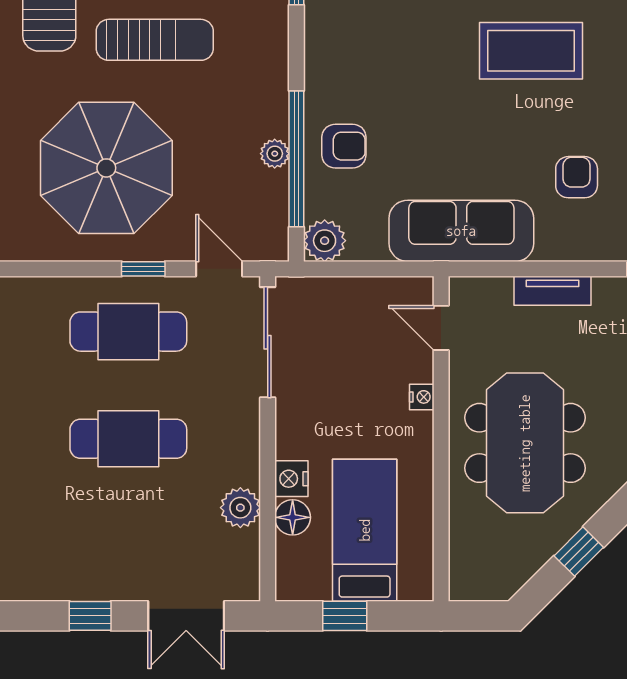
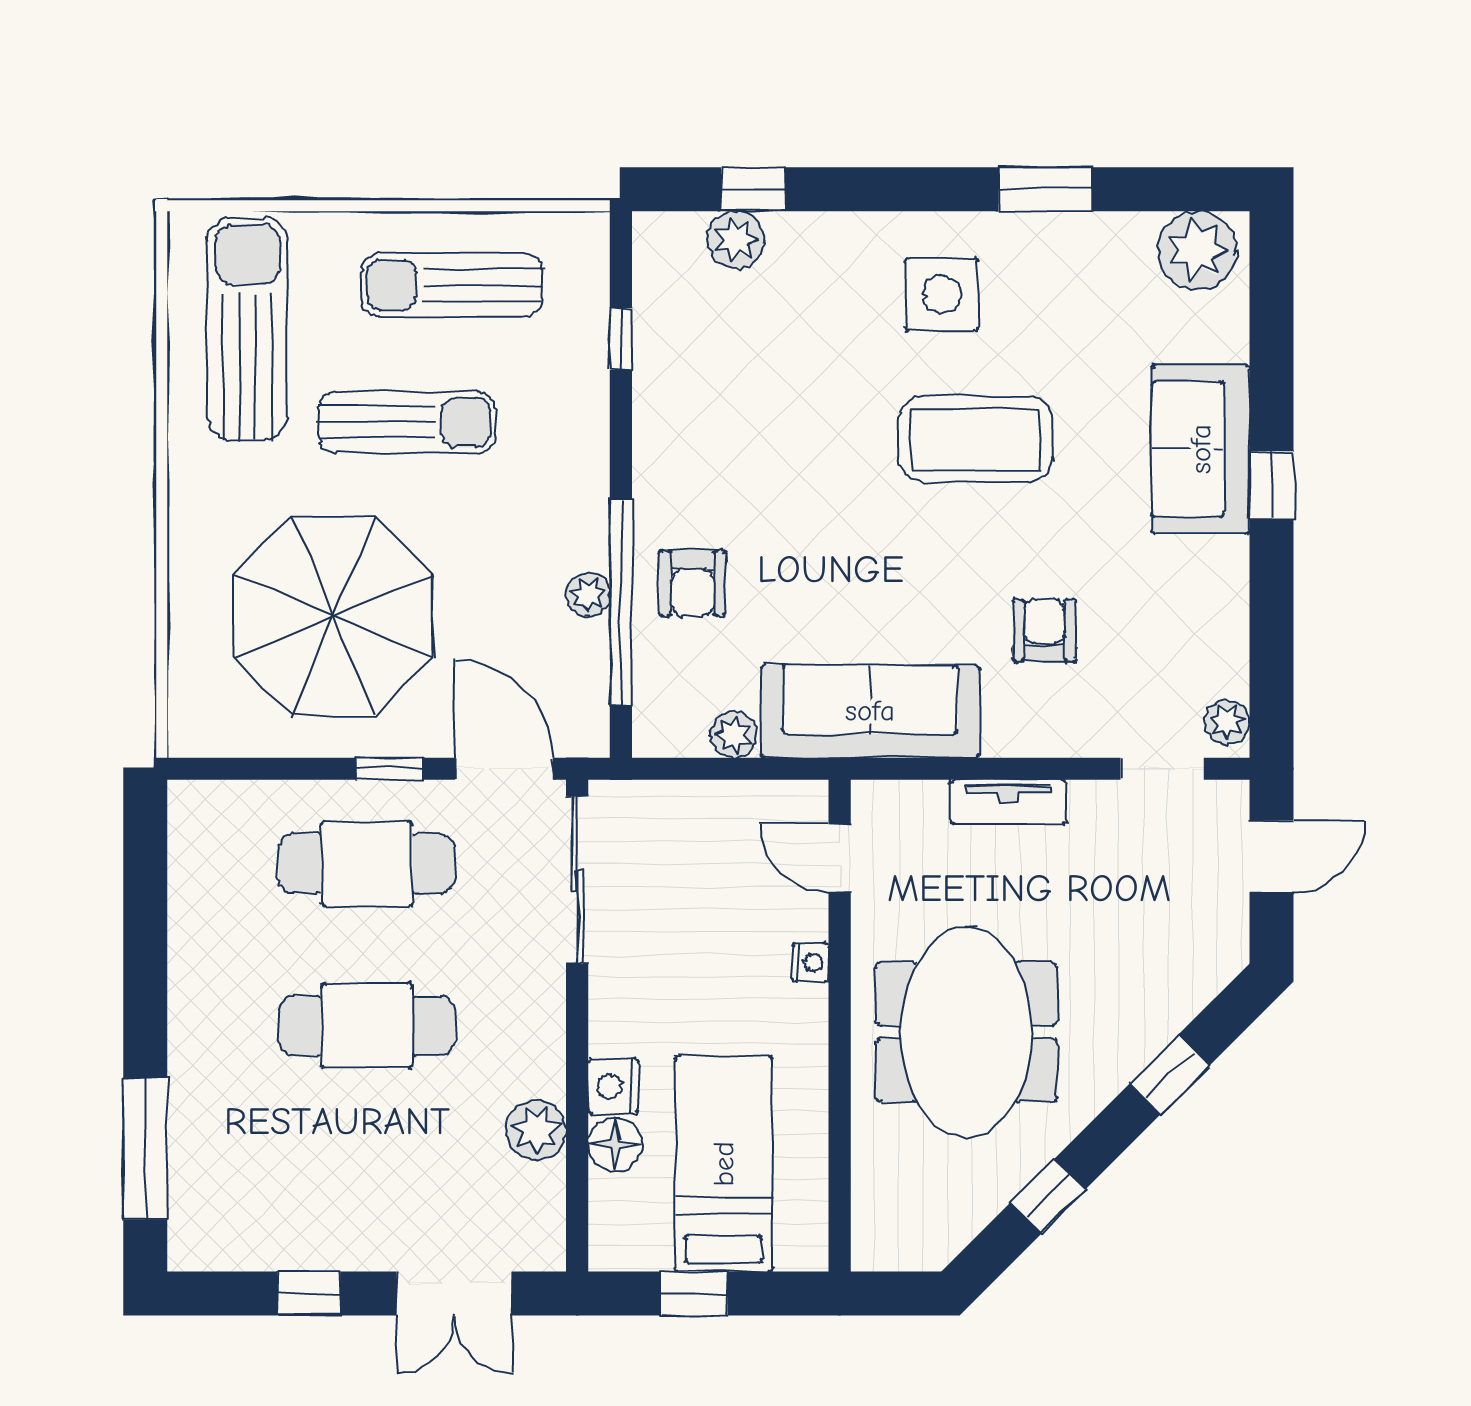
armchair: (344, 146) -> (693, 583), turned 90
plant: (325, 241) -> (734, 735), moved, width x0.73, depth x0.73
door: (219, 269) -> (504, 769), width x1.38

